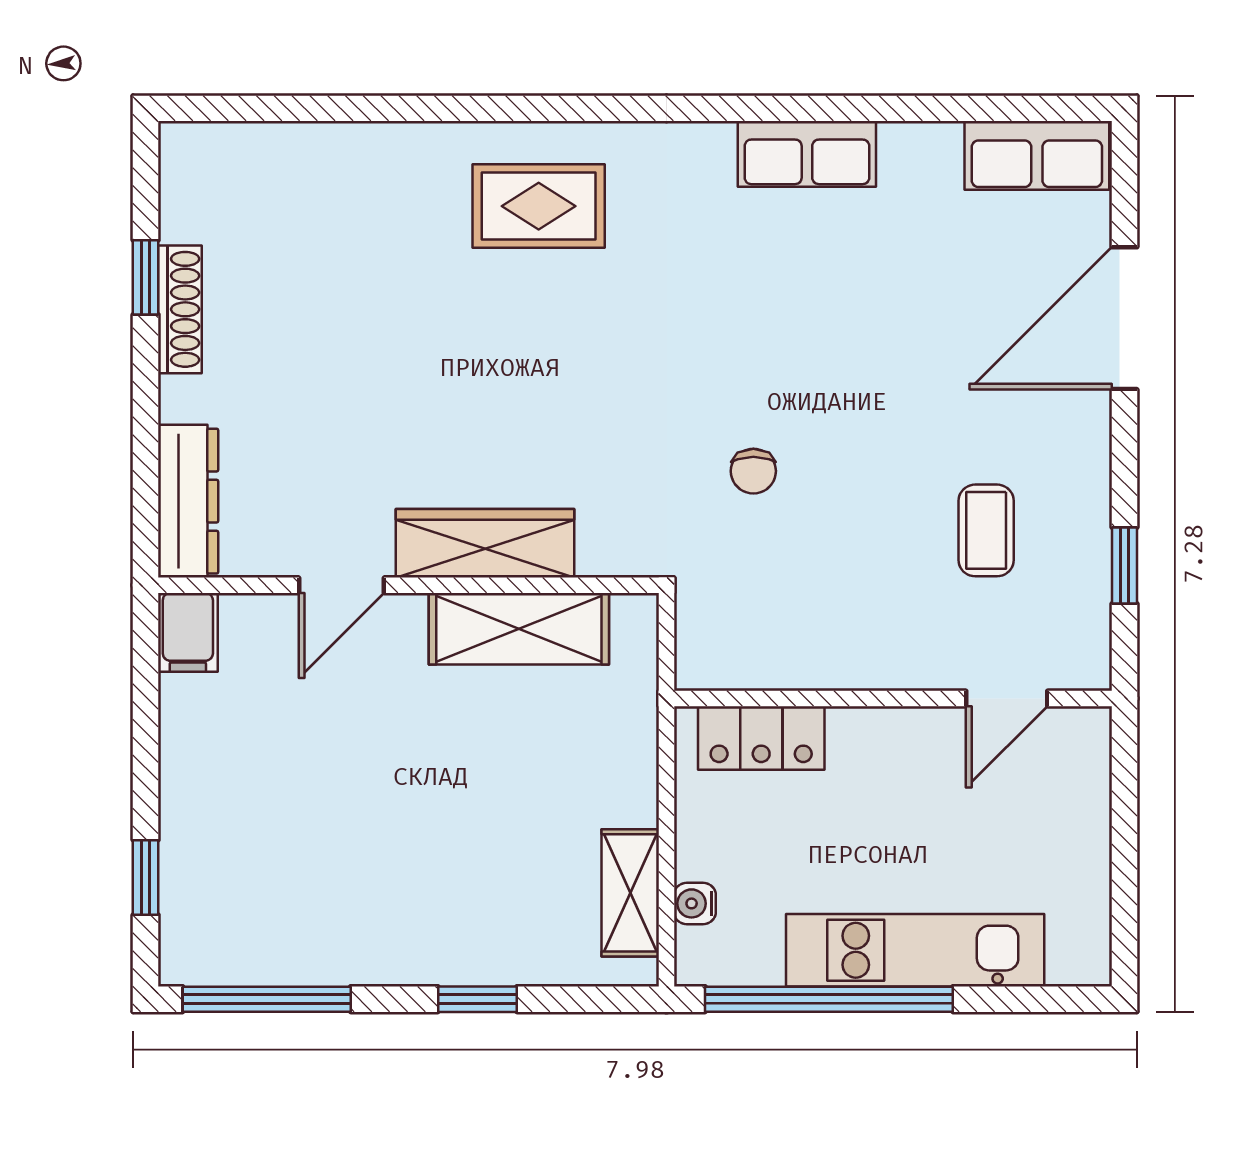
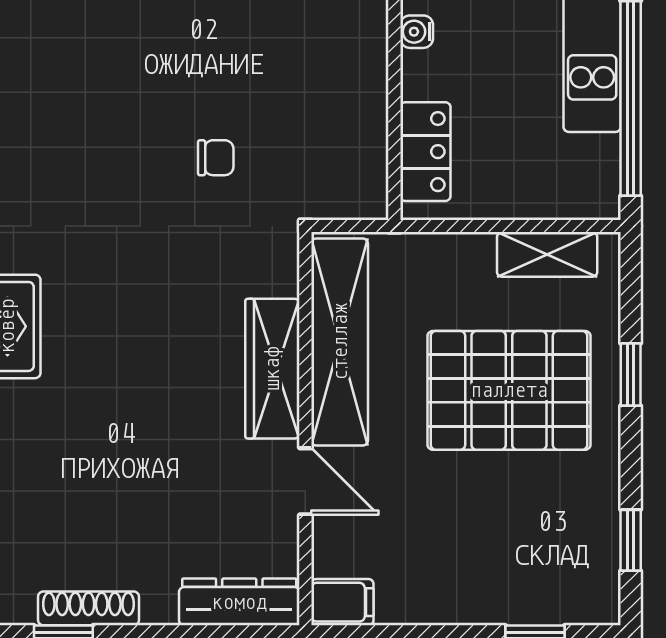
shelving: (519, 629) -> (340, 342), width x1.47
pallet: (457, 844) -> (509, 390), added
water cooler: (695, 903) -> (417, 32), moved, turned 90
window: (267, 999) -> (631, 540), width x0.46

